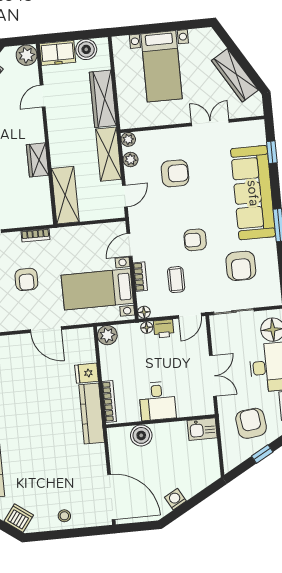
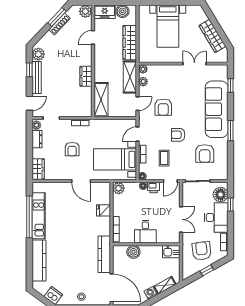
armchair: (175, 173) -> (163, 107), moved, turned 90
kitchen counter: (92, 413) -> (104, 254), moved
shelving: (197, 485) -> (165, 285), added

